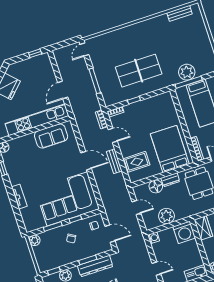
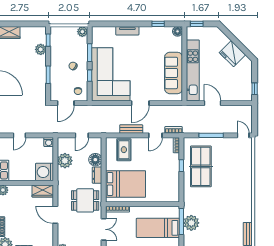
table tennis table: (139, 71) -> (201, 166), moved
sofa: (51, 136) -> (174, 73), width x1.36
dresser: (95, 266) -> (40, 80), removed

